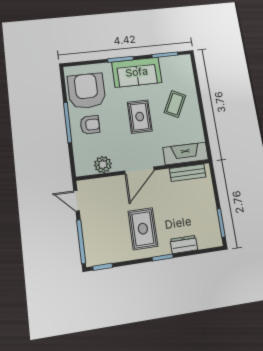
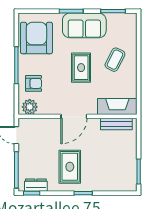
armchair: (90, 125) -> (34, 83), moved
plant: (103, 165) -> (30, 107), moved
dresser: (184, 245) -> (36, 185), moved

